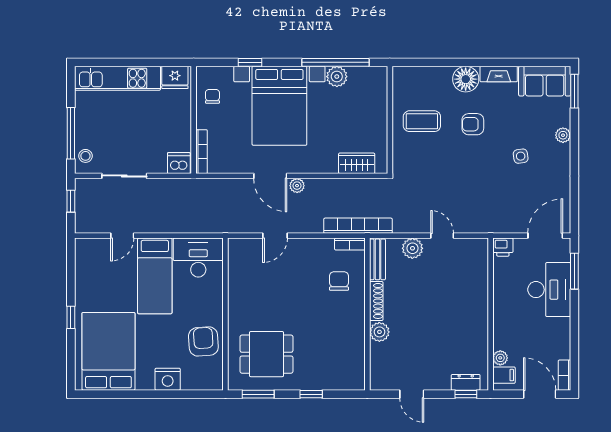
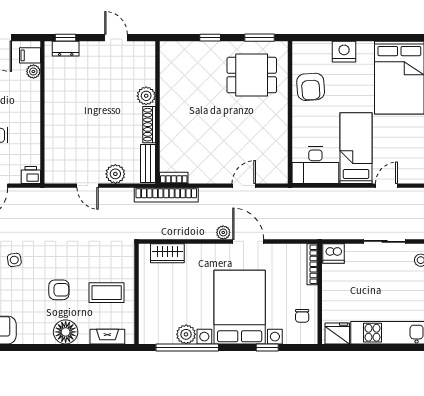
fireplace: (499, 74) -> (107, 337), moved
chair: (339, 281) -> (184, 143), removed

